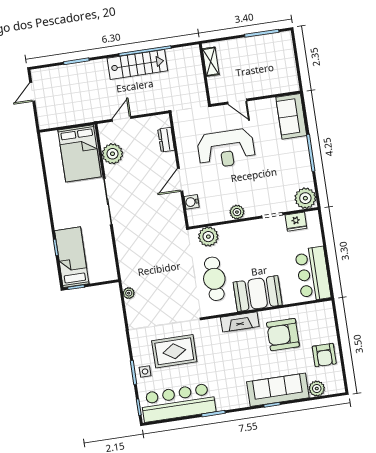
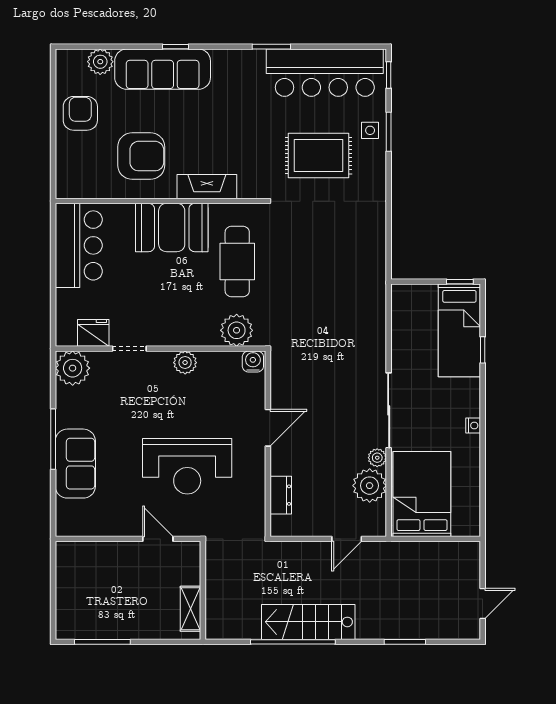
sofa: (291, 116) -> (75, 464), moved
reception desk: (226, 149) -> (187, 466), turned 180
nightstand: (55, 200) -> (473, 426), added
water cooler: (192, 202) -> (253, 361), moved, turned -90
plant: (129, 293) -> (377, 458), moved

